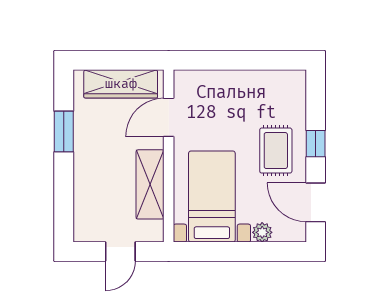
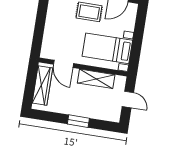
window: (64, 131) -> (78, 121), moved
plant: (262, 232) -> (130, 26), removed

